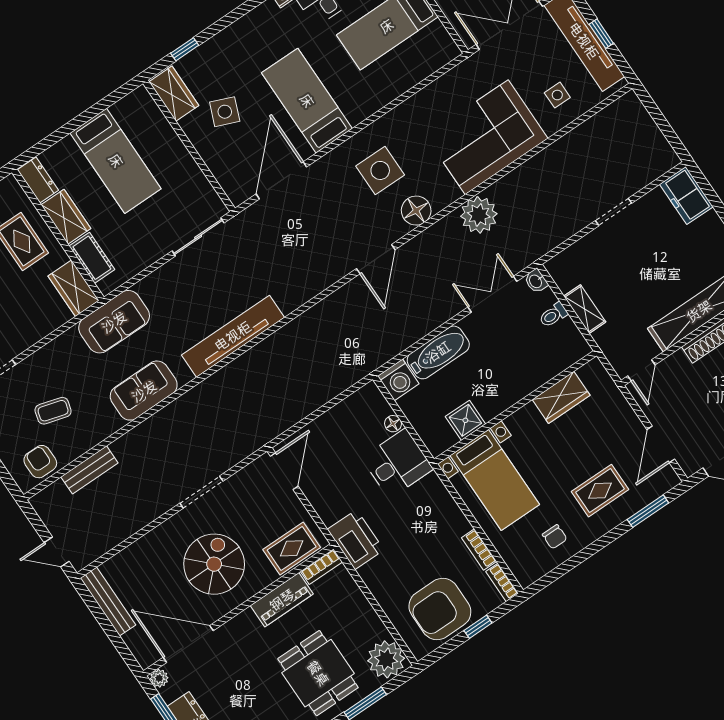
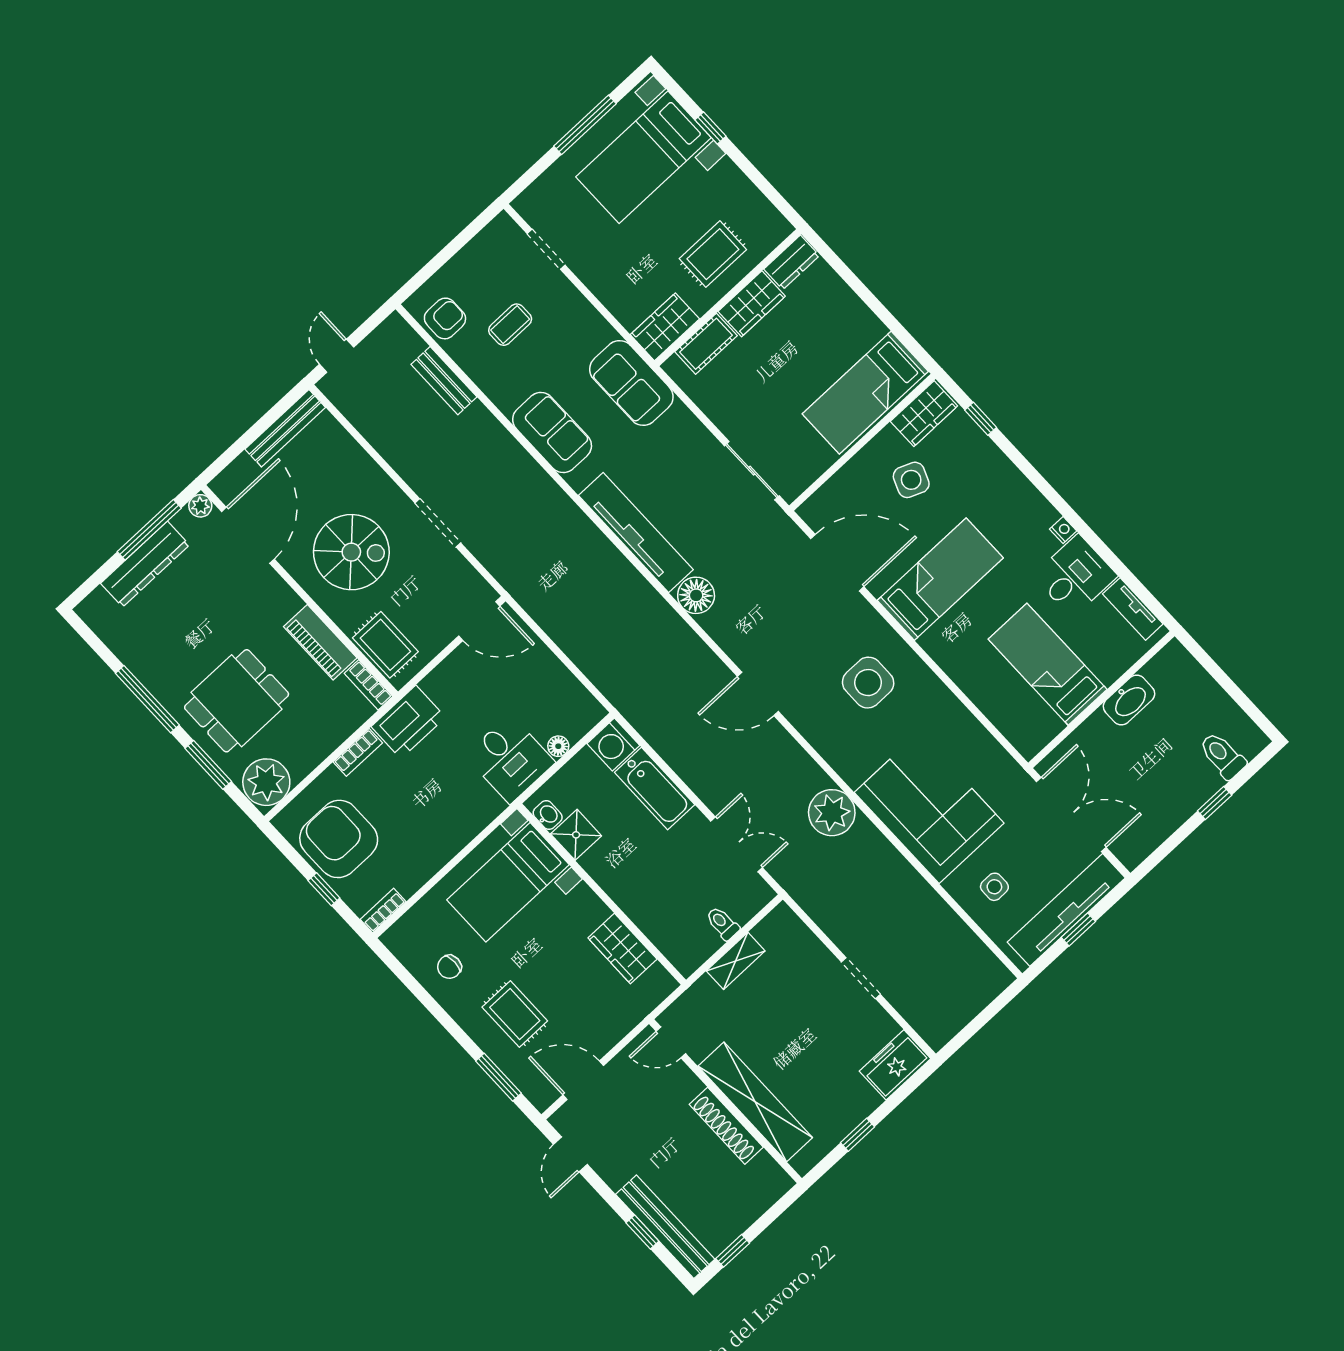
bed: (116, 161) -> (865, 393), moved
floor lamp: (416, 211) -> (696, 595), moved
washbasin: (536, 281) -> (548, 815), moved, turned 90
coffee table: (53, 411) -> (510, 325), turned 74
bookcase: (479, 550) -> (358, 752), moved, turned 180

